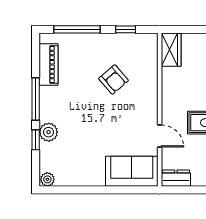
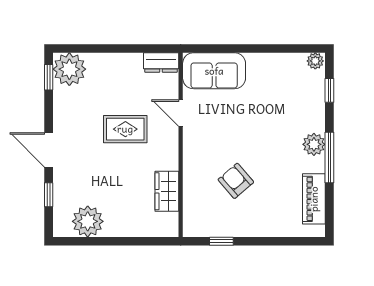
window: (77, 29) -> (280, 241), removed
wardrobe: (171, 50) -> (167, 191), moved
plant: (49, 132) -> (314, 144), moved
window: (36, 140) -> (329, 90), moved

